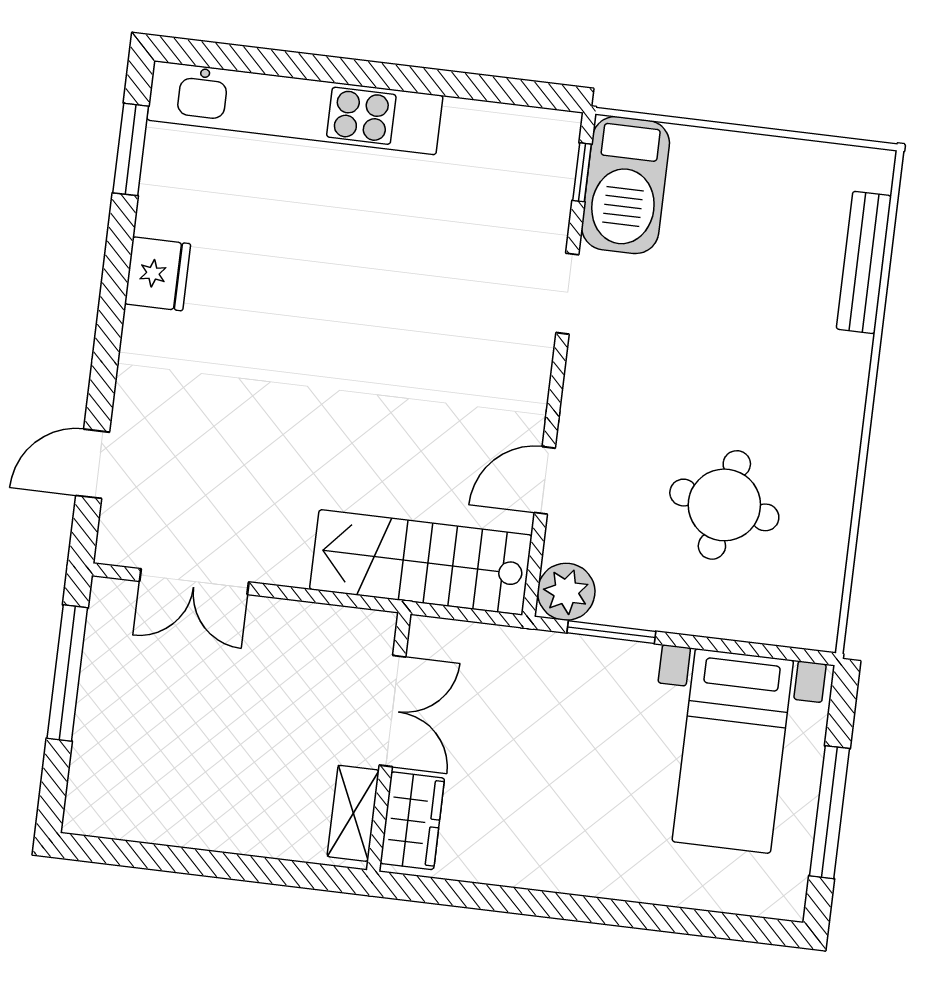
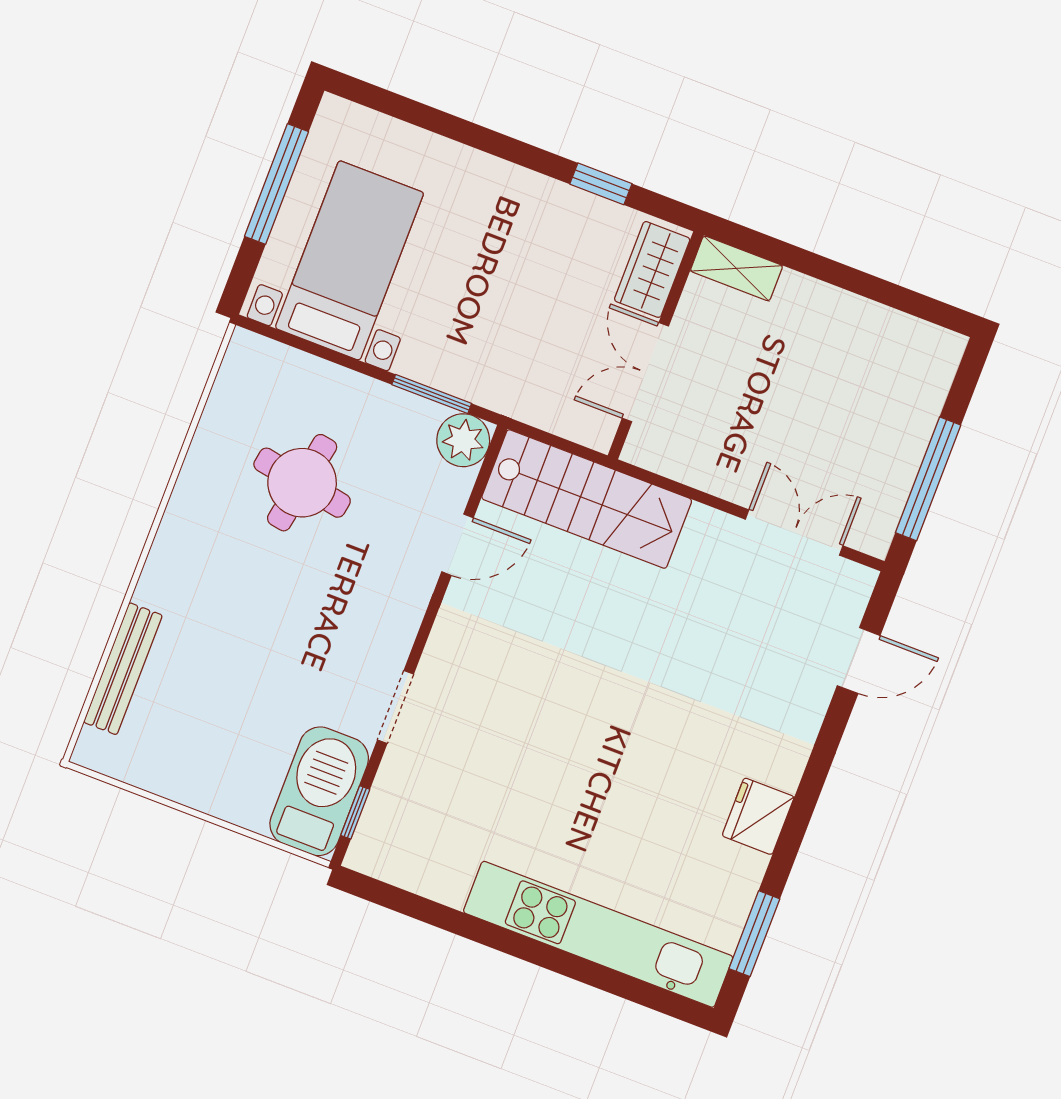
shelving: (353, 813) -> (736, 268), moved, turned 90
window: (489, 897) -> (601, 184), added

